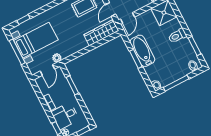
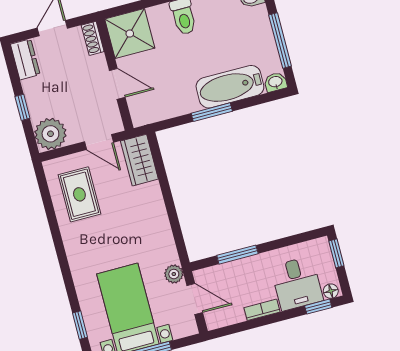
door: (128, 18) -> (117, 84), moved
wardrobe: (101, 33) -> (139, 160), width x0.67
bathtub: (142, 51) -> (230, 87), moved

